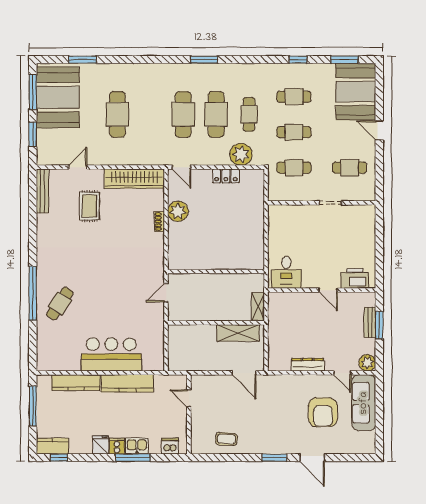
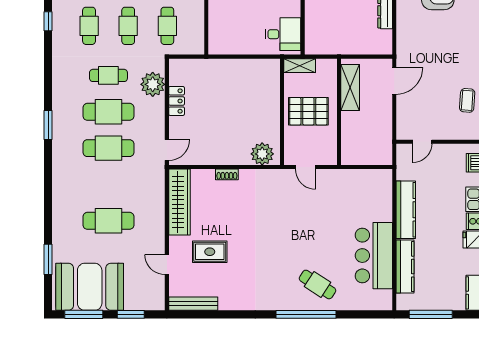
plant: (178, 211) -> (262, 154), moved
pallet: (217, 295) -> (308, 111), added
shelving: (258, 306) -> (300, 66), moved
bar counter: (111, 354) -> (374, 256), moved

